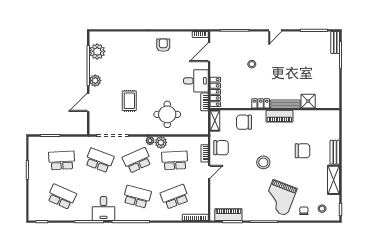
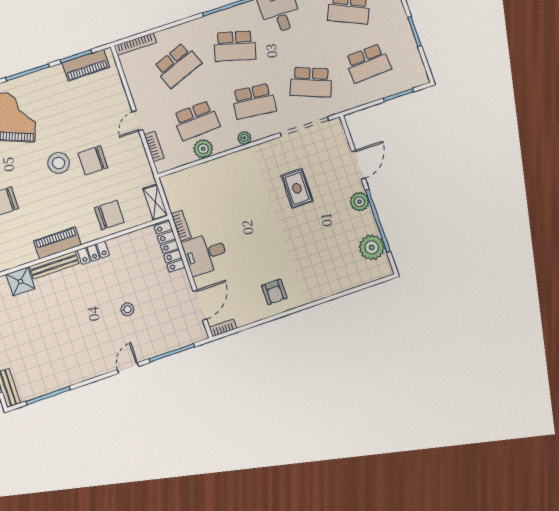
door: (275, 30) -> (128, 368), moved
round table: (167, 114) -> (232, 187), removed
plant: (161, 142) -> (203, 149), moved
chair: (221, 148) -> (93, 160), moved
school desk: (137, 160) -> (254, 101), turned 30

